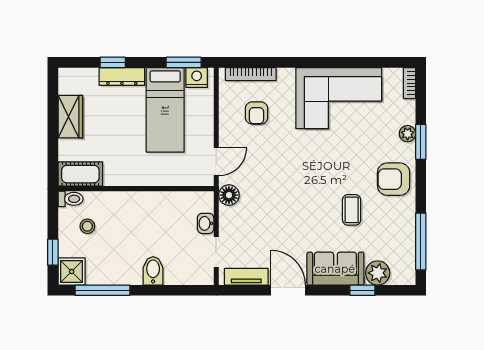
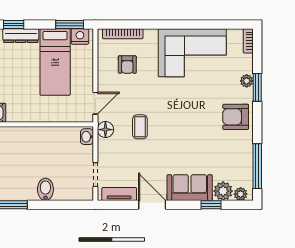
coffee table: (352, 210) -> (140, 127), moved
washbasin: (206, 223) -> (87, 137), moved
plant: (400, 277) -> (241, 194), added

